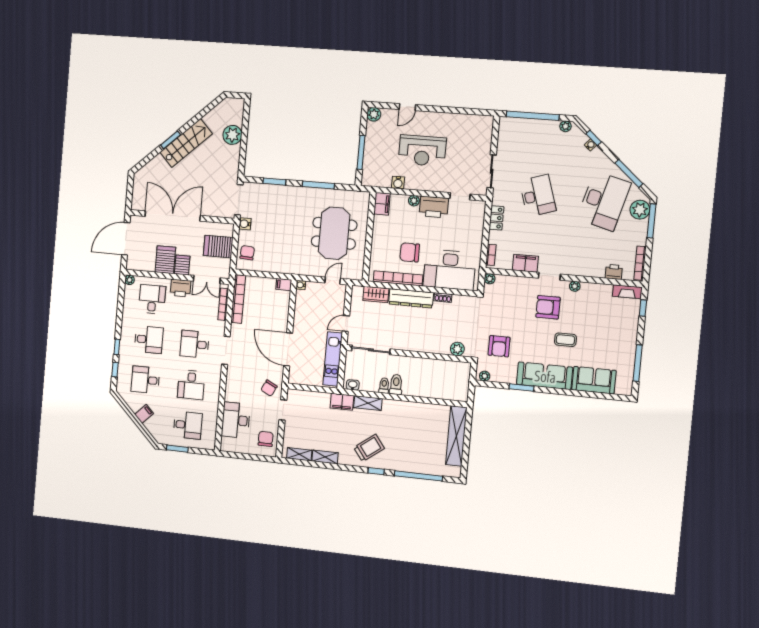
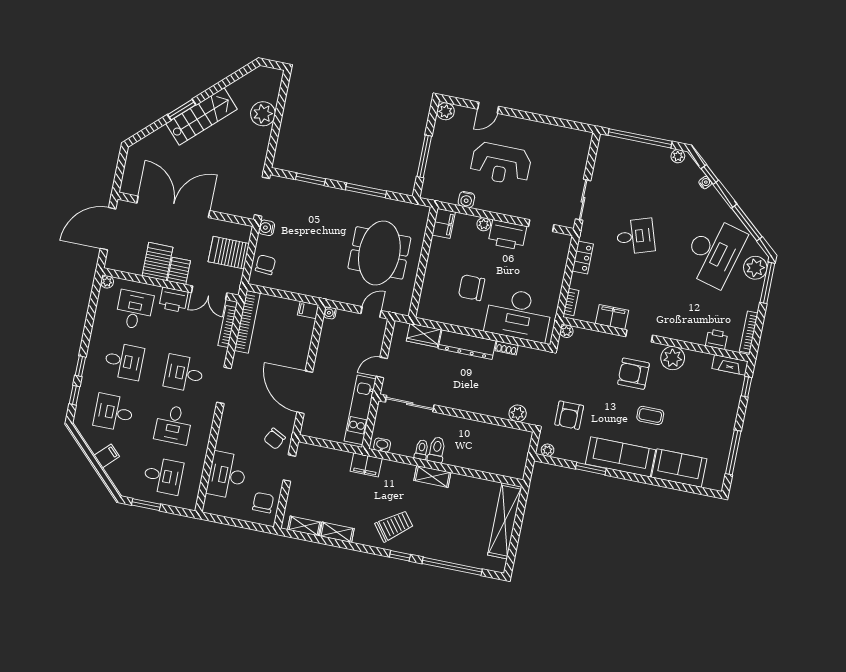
desk: (538, 196) -> (636, 236), width x0.73
bookcase: (398, 278) -> (453, 318), removed
plant: (575, 286) -> (673, 358), width x1.88, depth x1.88
shelving: (368, 403) -> (432, 476), moved

